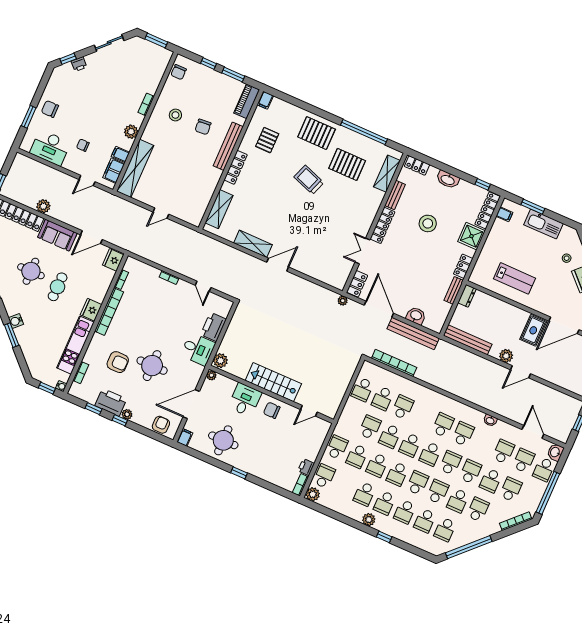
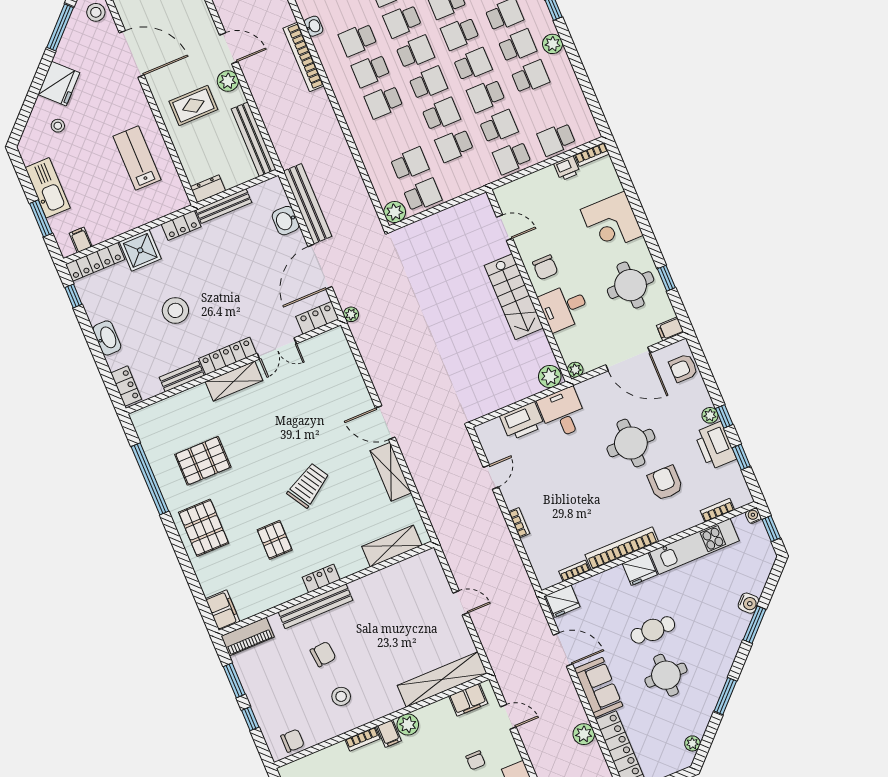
filing cabinet: (265, 100) -> (223, 610), width x2.00
pallet: (267, 140) -> (275, 540), moved, turned 90
filing cabinet: (120, 154) -> (389, 733), moved
pallet: (347, 164) -> (203, 461), turned 90
locker: (236, 167) -> (321, 578), width x0.66
shelving: (387, 174) -> (234, 381), moved
trolley: (309, 180) -> (308, 485), moved, turned -141
bench: (454, 290) -> (224, 206), width x1.36
water cooler: (16, 321) -> (748, 603), moved
rug: (533, 330) -> (193, 105), moved
bookcase: (394, 363) -> (303, 57), moved
school desk: (403, 407) -> (384, 102), moved
corner desk: (260, 462) -> (612, 222), added
school desk: (377, 465) -> (486, 96), turned 180
window: (239, 473) -> (666, 278), moved
plant: (313, 494) -> (395, 212), moved

